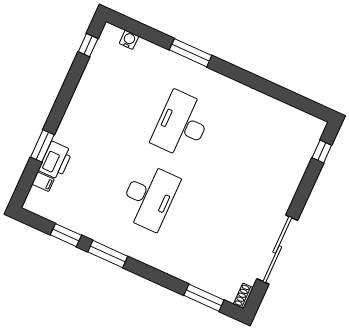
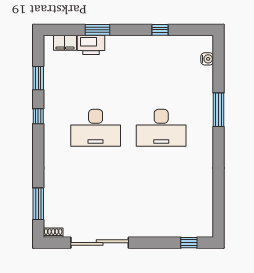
window: (88, 45) -> (160, 30), moved
desk: (182, 125) -> (161, 128), turned 180
filing cabinet: (43, 182) -> (65, 43), width x2.00
window: (108, 254) -> (38, 116), width x0.46

